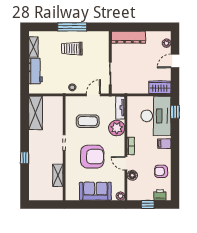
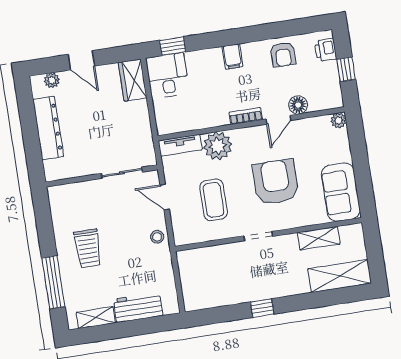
window: (72, 27) -> (53, 282), moved
dresser: (128, 37) -> (48, 128), moved
shelving: (36, 113) -> (340, 276), moved
desk: (156, 116) -> (168, 76), width x0.53, depth x0.77
window: (25, 158) -> (262, 308), moved
sofa: (95, 191) -> (341, 192), moved

